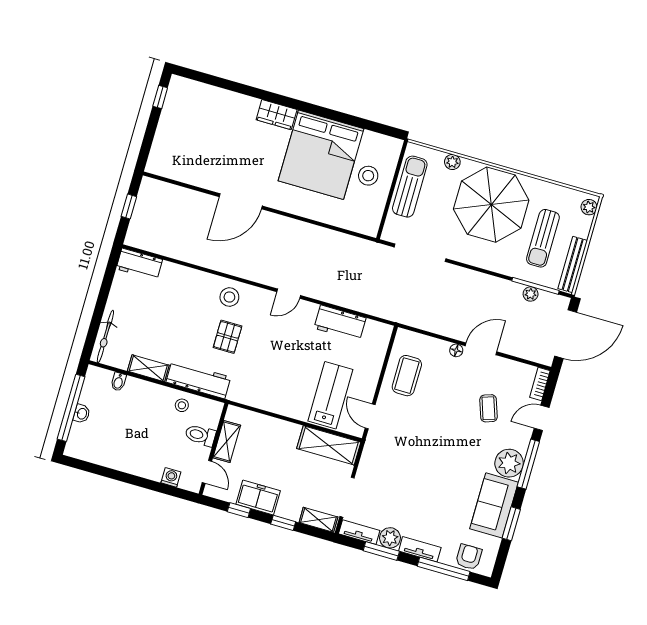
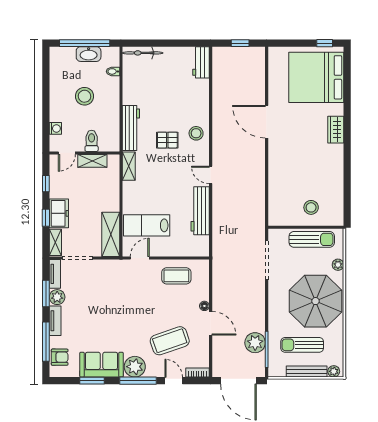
bed: (321, 155) -> (316, 77), moved
bench: (573, 265) -> (307, 371), moved
plant: (531, 294) -> (255, 343), width x1.88, depth x1.88
workbench: (340, 323) -> (200, 211), width x1.38
shelving: (148, 368) -> (129, 166), moved
lab bench: (330, 395) -> (147, 225), turned 180
stool: (182, 405) -> (85, 96), moved, width x1.89, depth x1.89
coffee table: (488, 408) -> (170, 341), width x1.86, depth x1.72
washbasin: (82, 414) -> (89, 54), width x1.91, depth x1.45
freezer: (258, 498) -> (59, 213), moved

